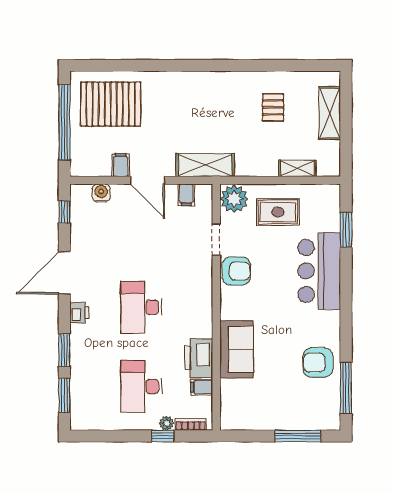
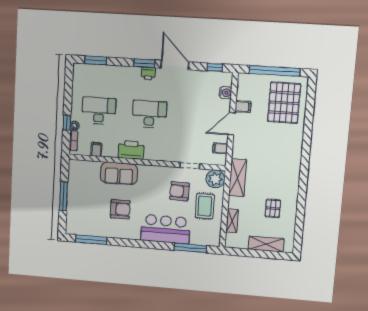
pallet: (273, 108) -> (273, 208), turned 90
shelving: (205, 165) -> (238, 178), moved
window: (346, 230) -> (190, 248), width x1.44
armchair: (236, 271) -> (179, 191), moved, turned 92
window: (64, 350) -> (144, 63), moved
printer: (199, 358) -> (131, 150), moved
armchair: (318, 363) -> (120, 209), moved, turned 90
window: (298, 436) -> (64, 196), moved

